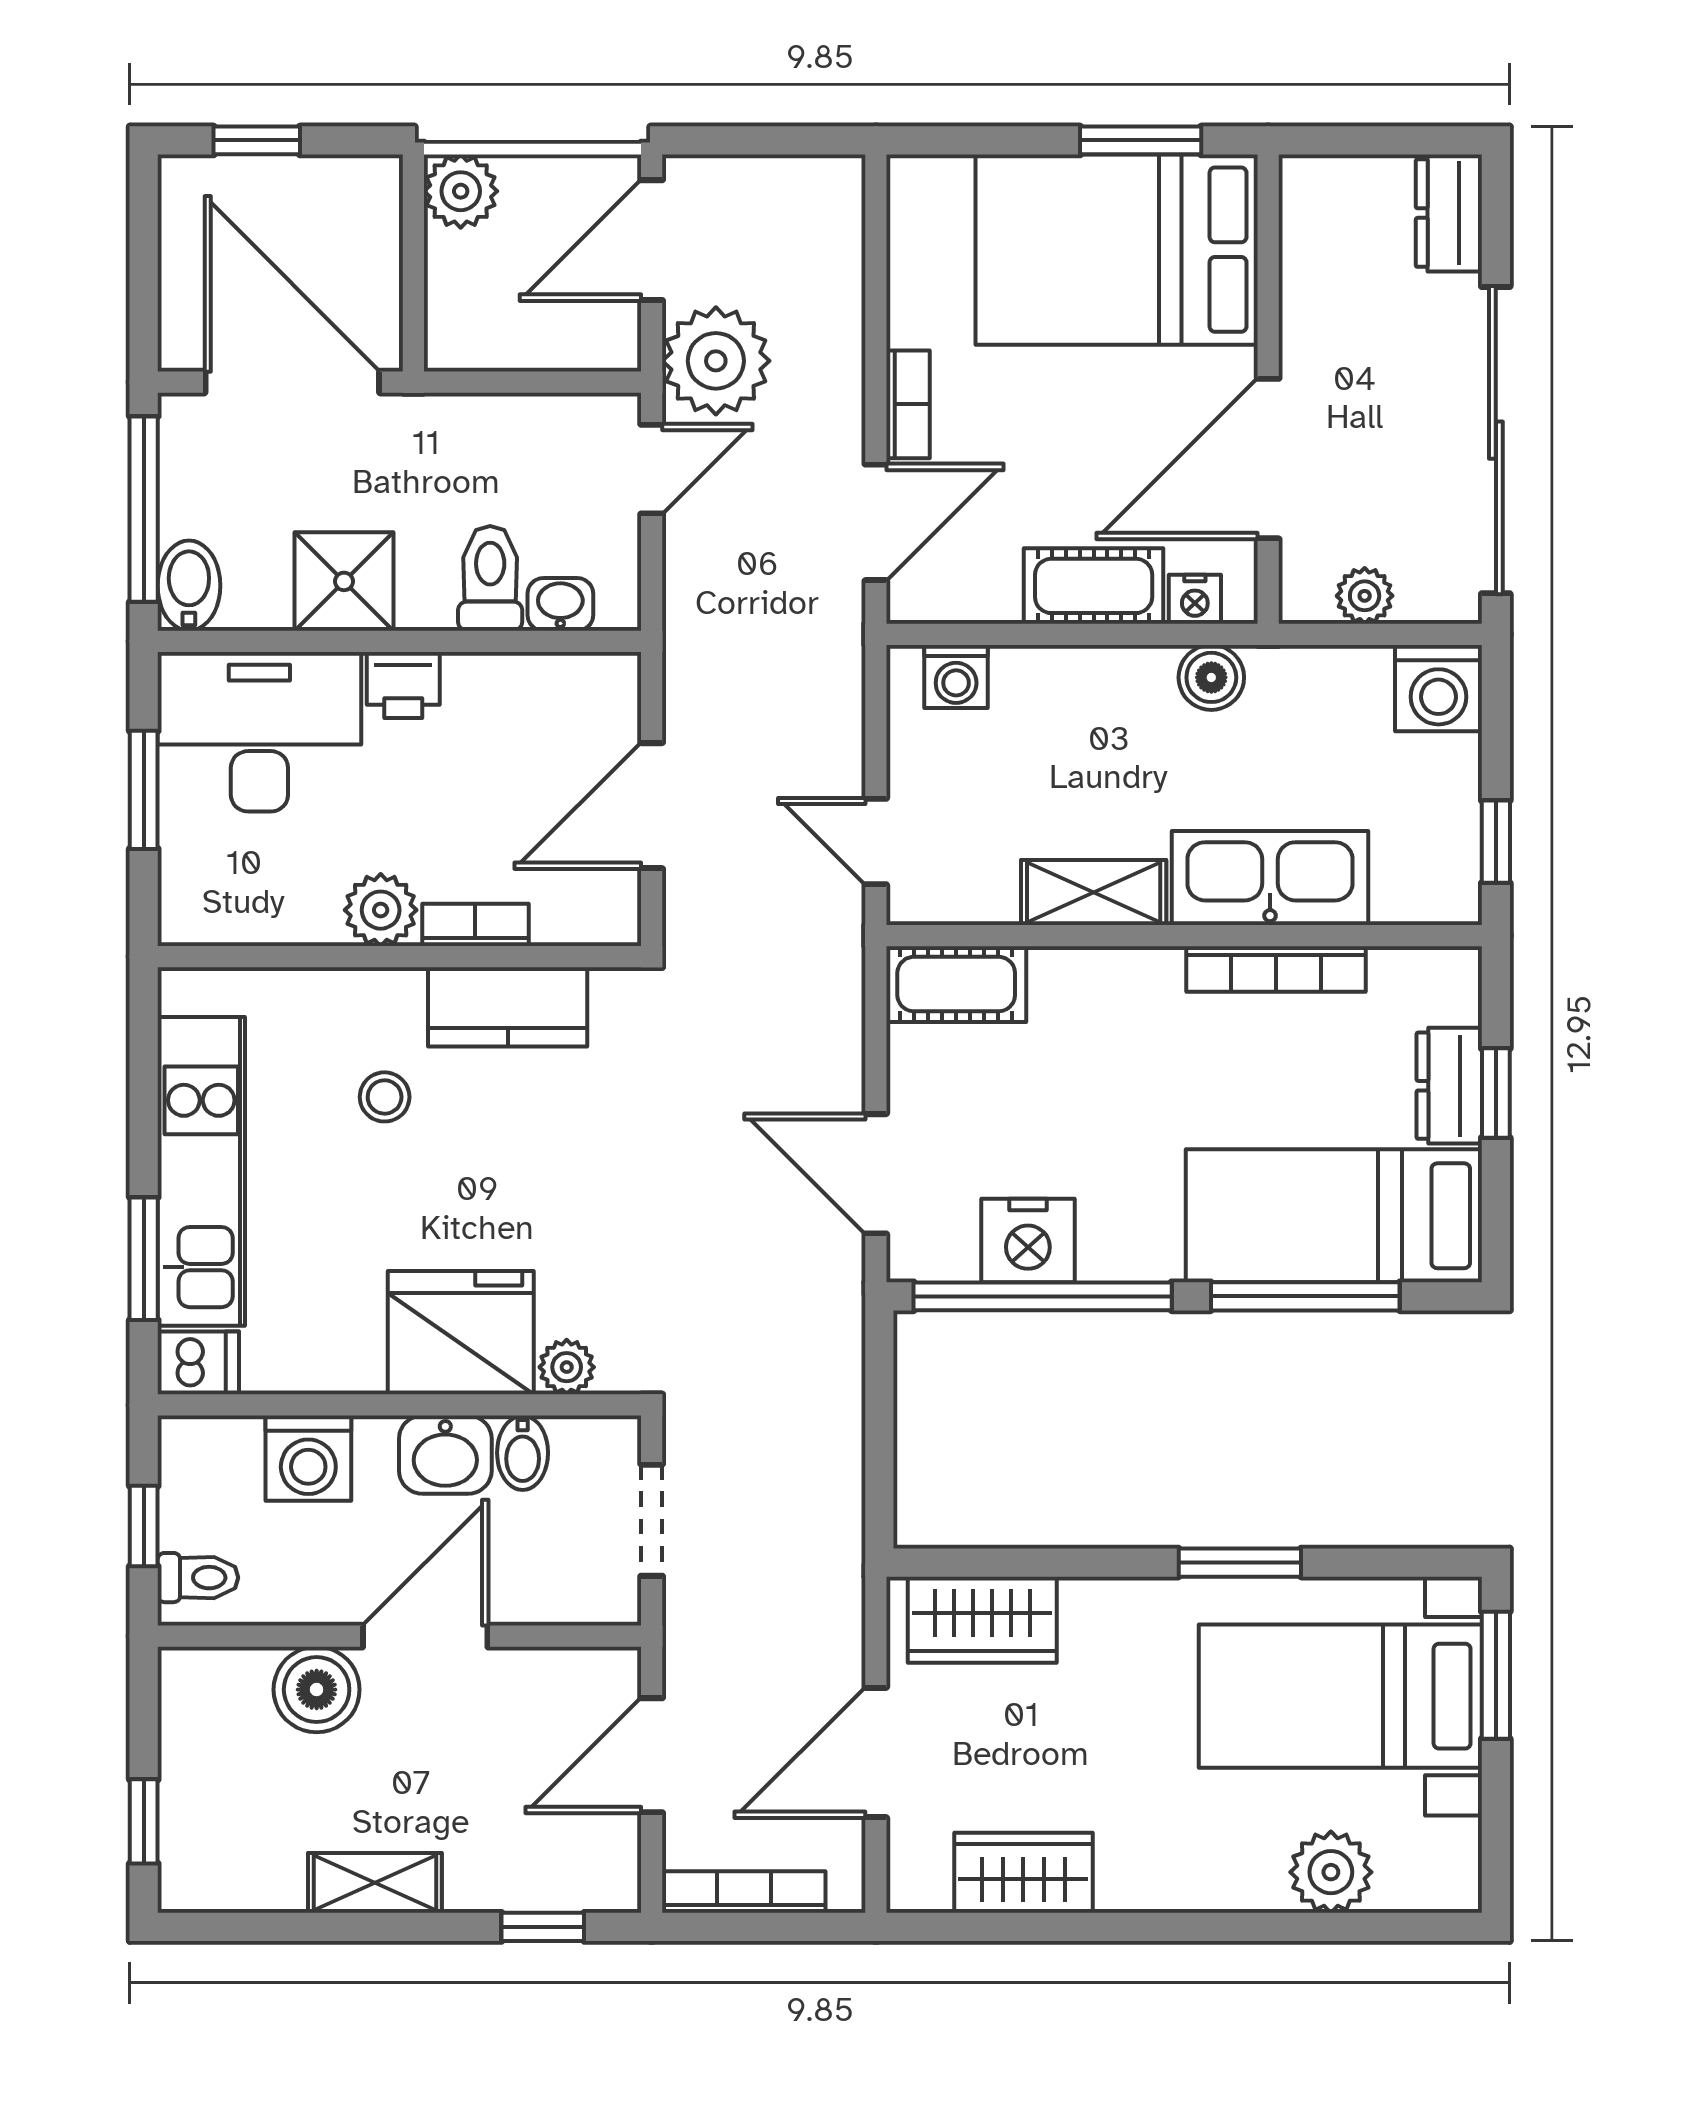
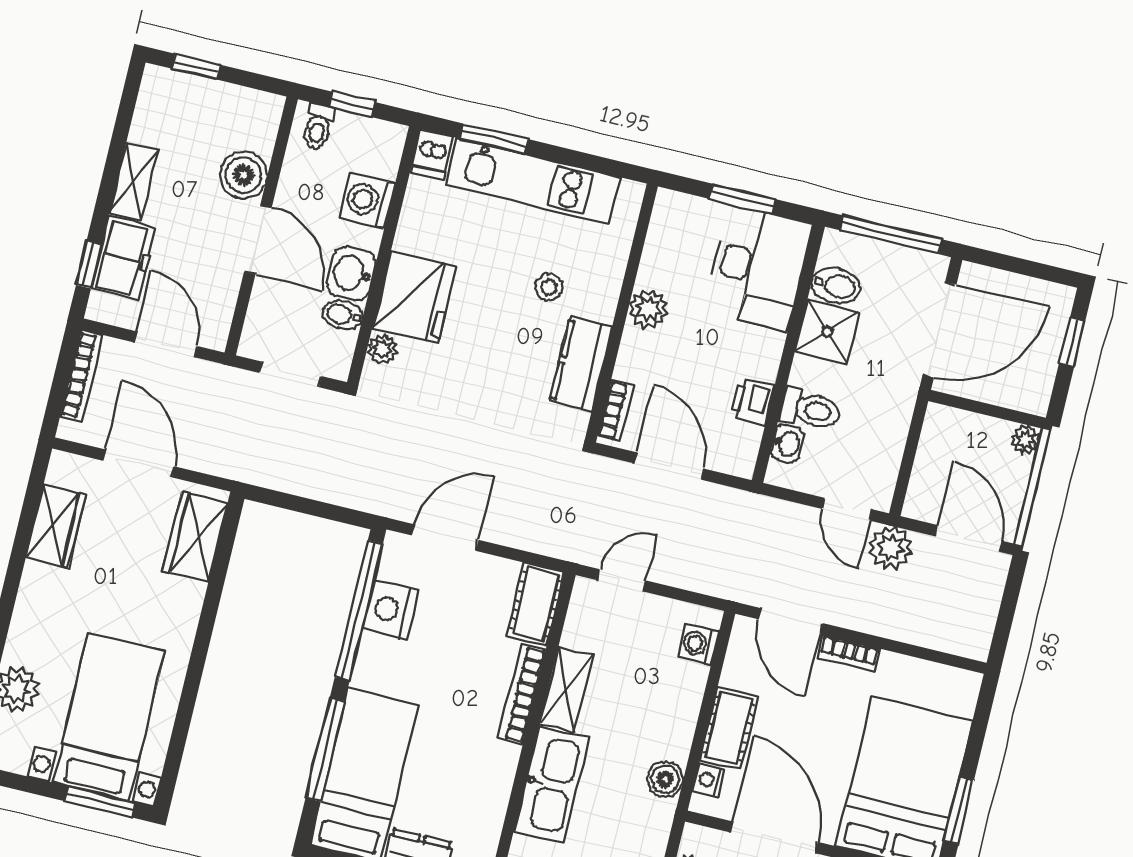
plant: (461, 191) -> (1026, 440), width x0.73, depth x0.73
plant: (716, 361) -> (891, 548), width x0.73, depth x0.73
bidet: (189, 586) -> (836, 286), moved
printer: (403, 685) -> (752, 401), moved
bookcase: (475, 925) -> (615, 411), moved
bookcase: (1276, 969) -> (522, 694), moved
window: (1240, 1563) -> (192, 681), removed
freezer: (516, 1868) -> (123, 258), added

